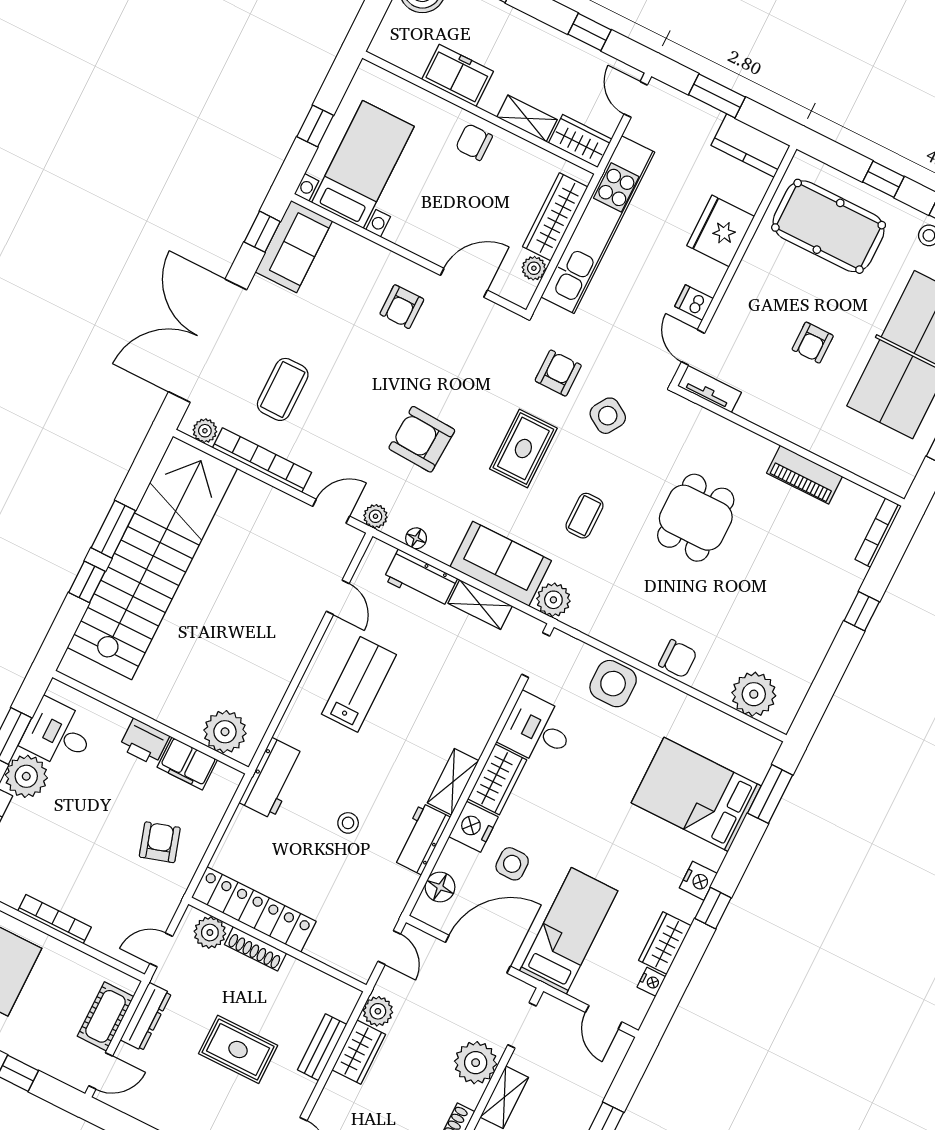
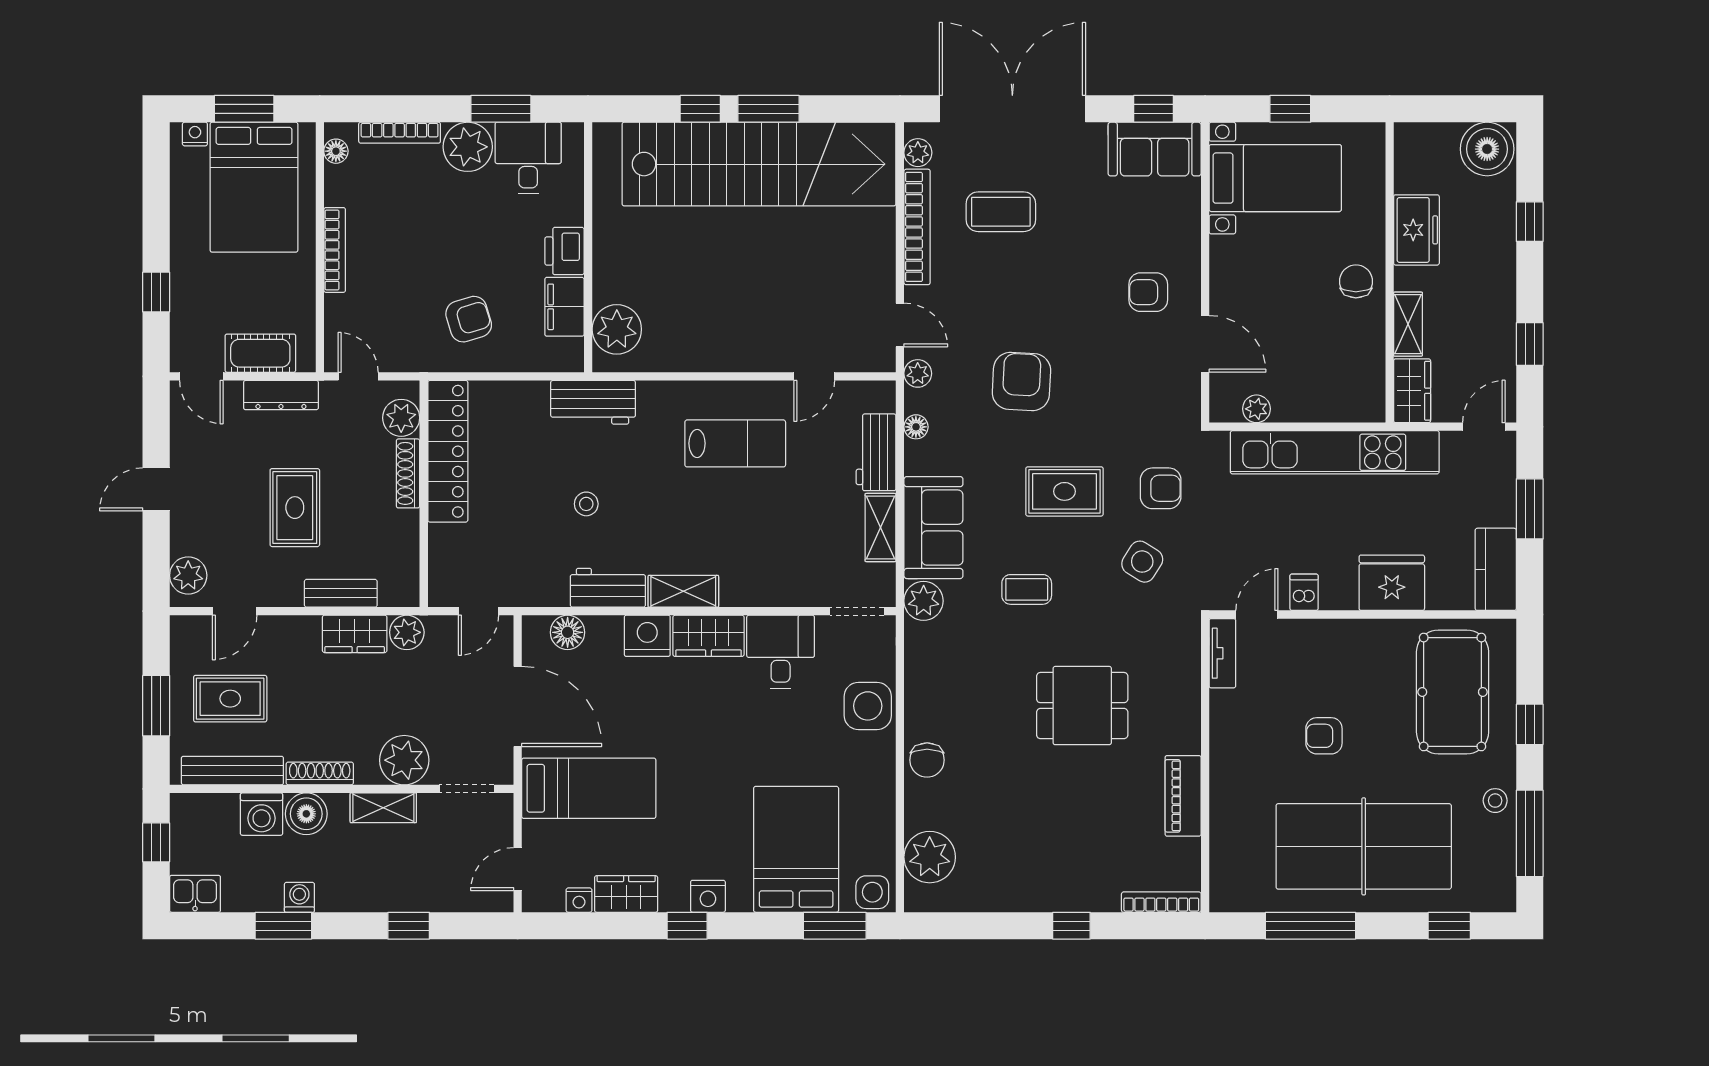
wardrobe: (555, 217) -> (1321, 404), removed
side table: (512, 864) -> (872, 892), moved

